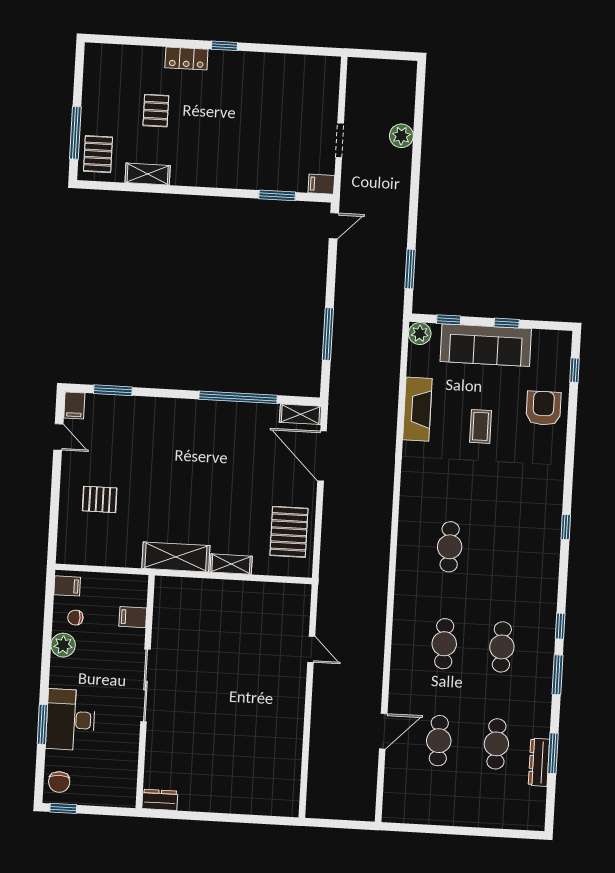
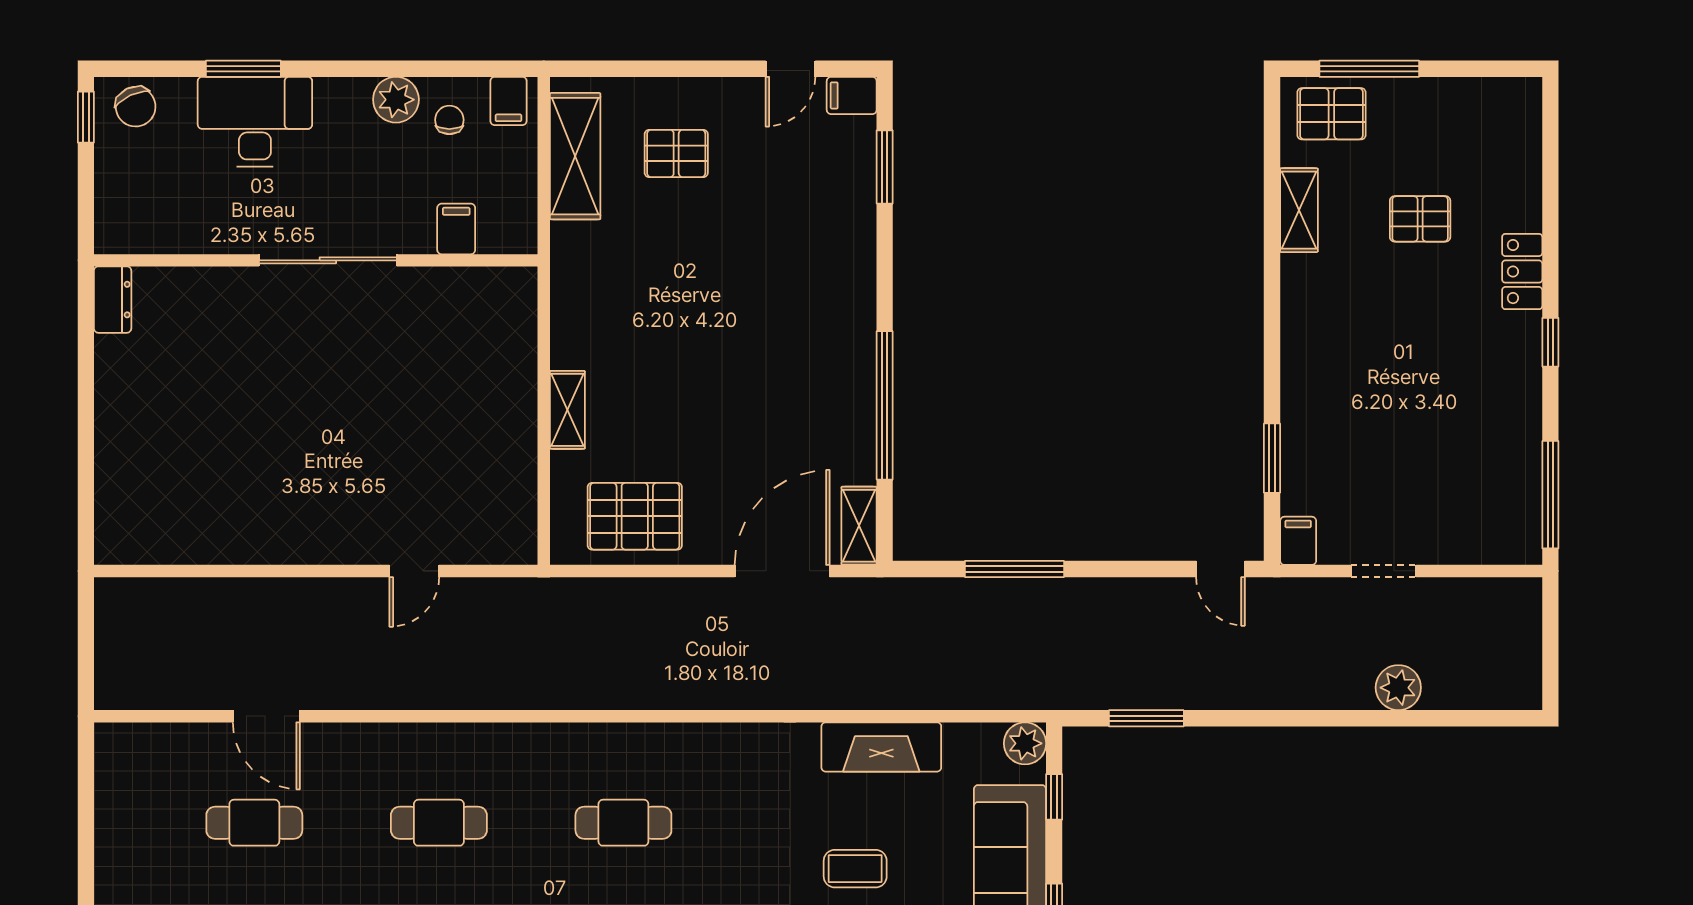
window: (305, 50) -> (1550, 495), added
pallet: (100, 499) -> (676, 153), turned 90
shelving: (176, 557) -> (575, 156), moved
chair: (59, 782) -> (136, 107), turned -115

